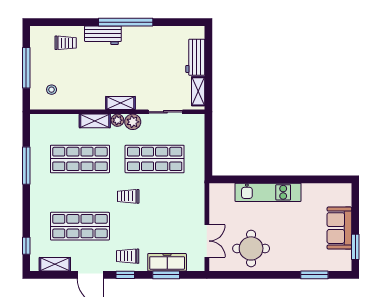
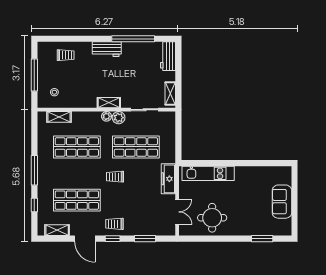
window: (126, 22) -> (133, 39), moved
workbench: (103, 35) -> (107, 49), moved
workbench: (195, 57) -> (168, 56), moved
shelving: (95, 121) -> (59, 117), moved
window: (26, 166) -> (34, 170), moved
kitchen unit: (268, 192) -> (208, 173), moved
window: (26, 246) -> (34, 205), moved
window: (355, 247) -> (295, 216), removed
freezer: (167, 262) -> (168, 179), moved, turned -90

